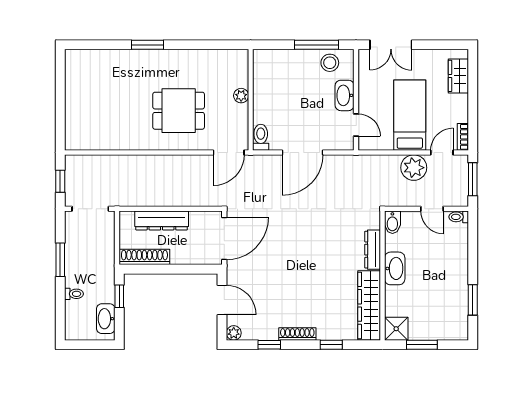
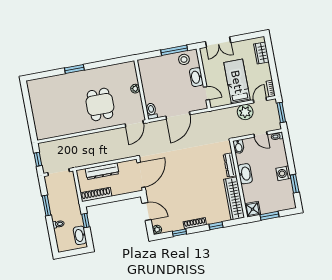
dining table: (179, 111) -> (100, 104), turned 90
washing machine: (458, 279) -> (283, 173), added

